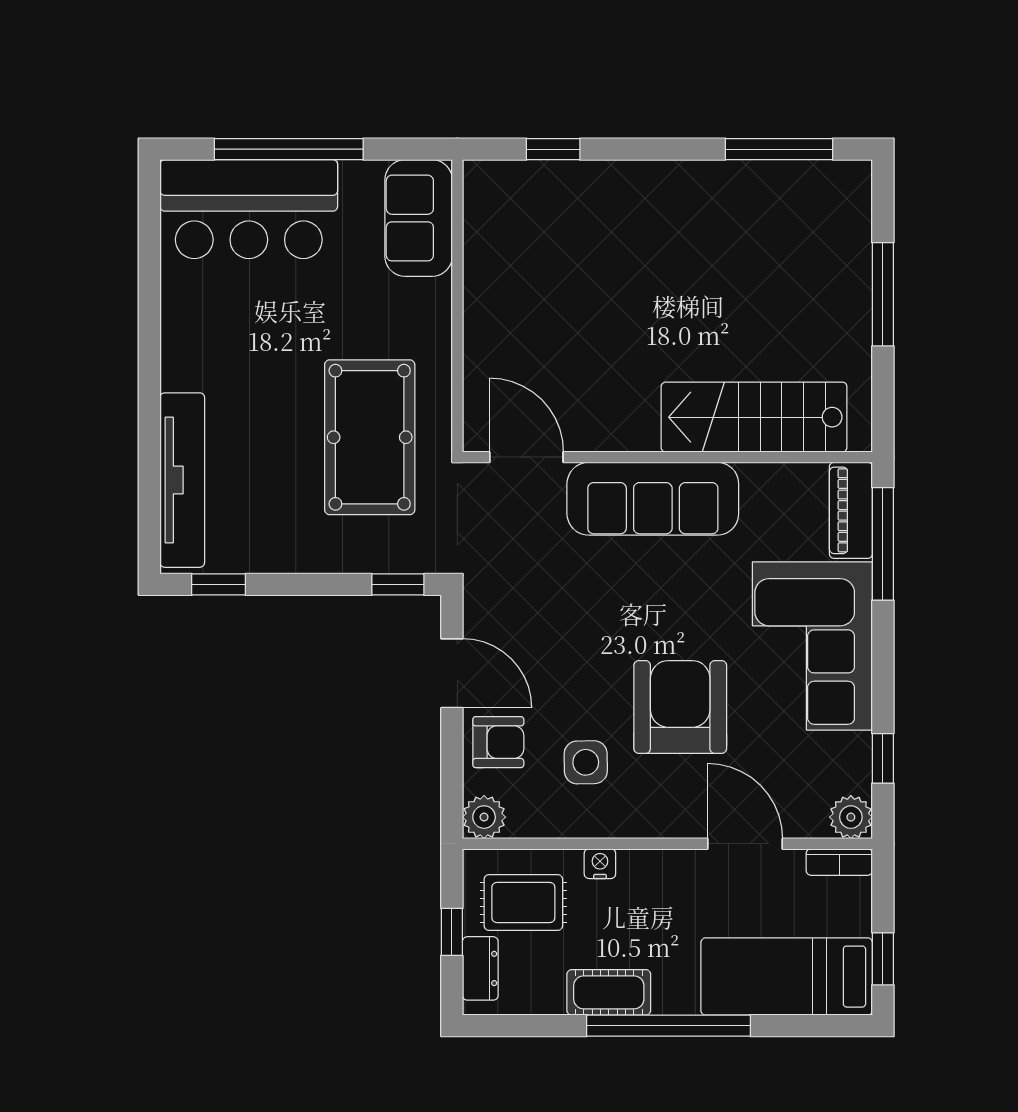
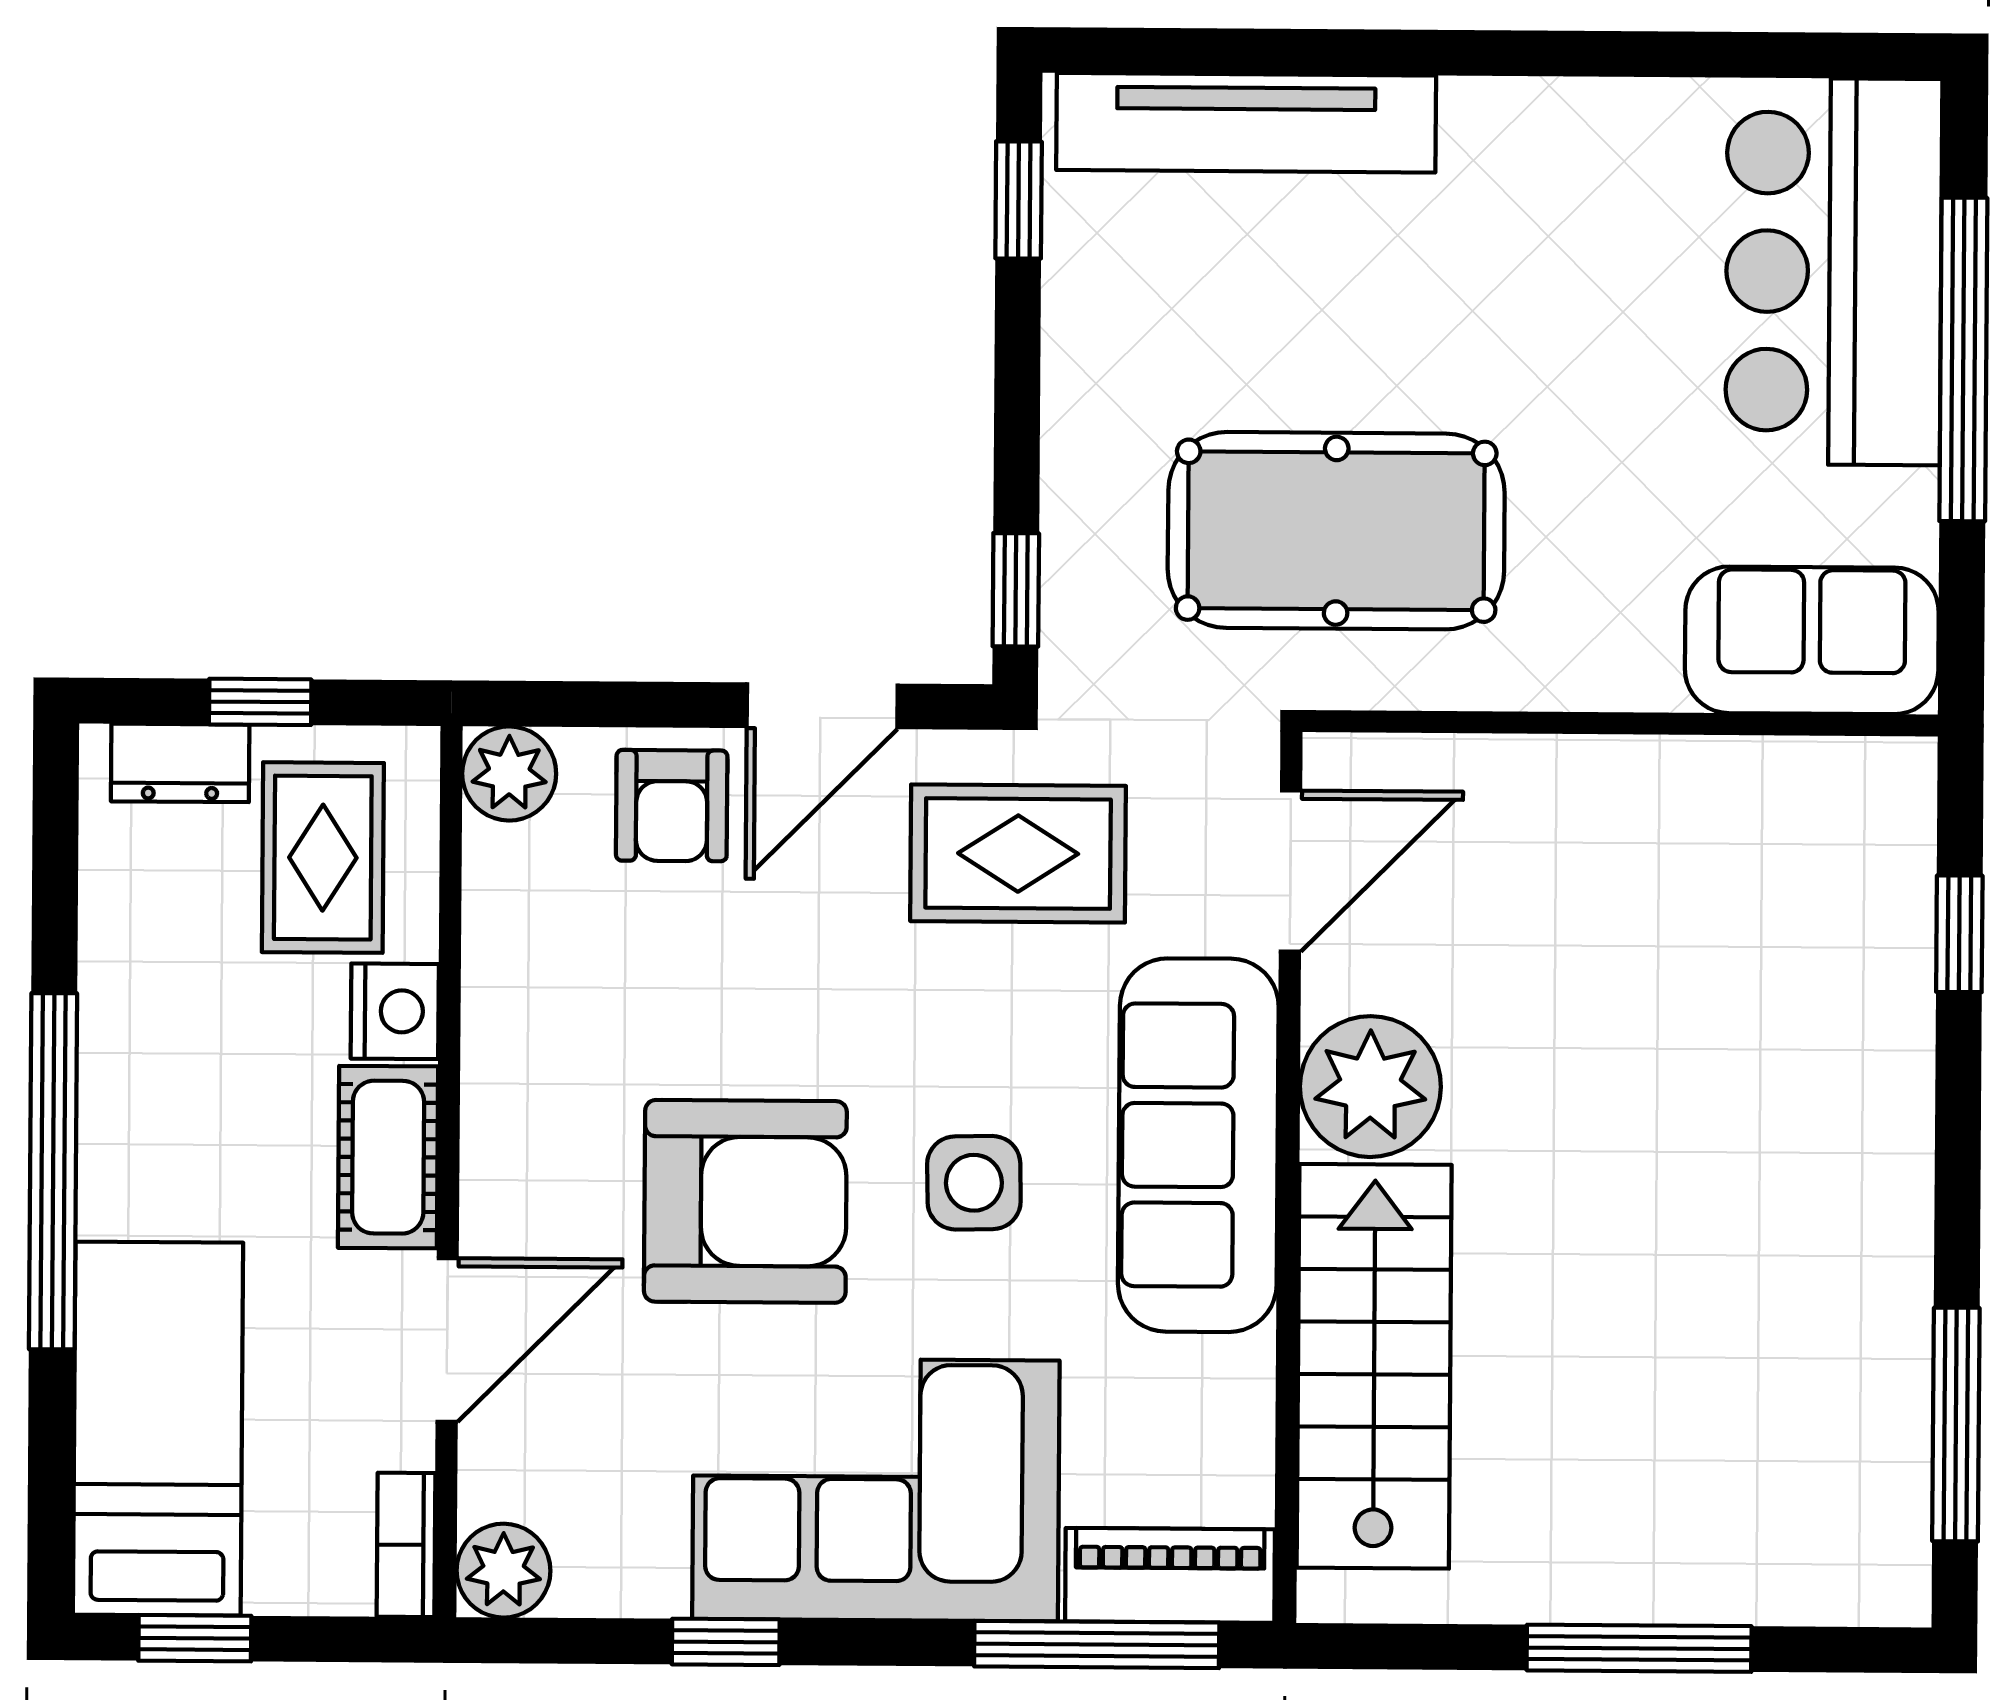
plant: (625, 420) -> (1370, 1087), added
rug: (519, 583) -> (1018, 854), added
window: (883, 758) -> (726, 1642), moved
side table: (586, 762) -> (974, 1183), moved
nightstand: (600, 864) -> (395, 1011), width x1.39, depth x1.35
cot: (609, 992) -> (388, 1157), moved

